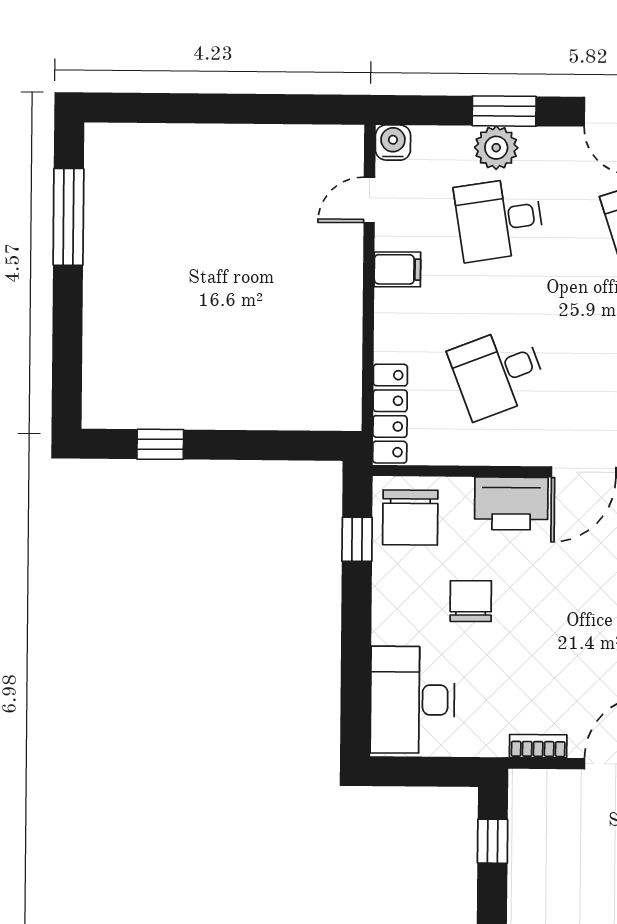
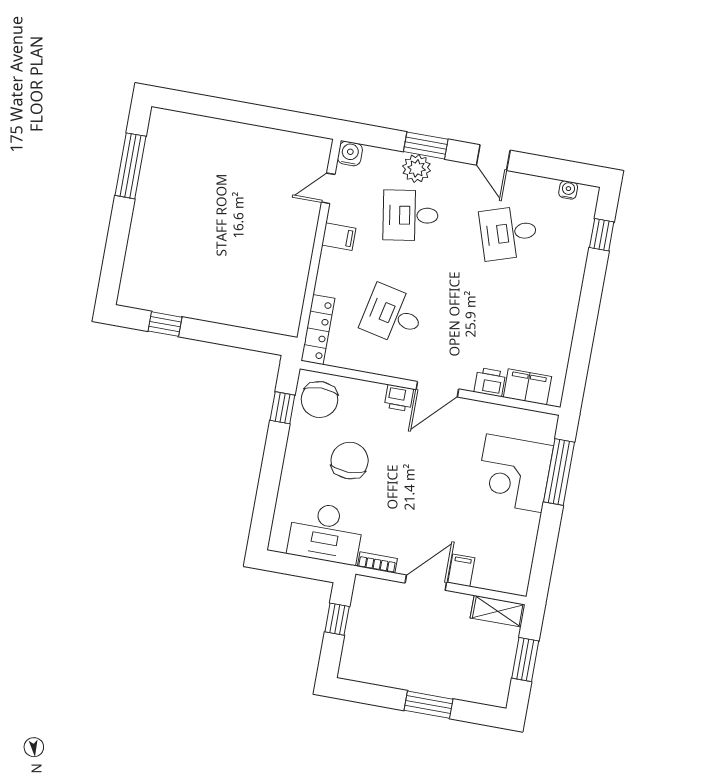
desk: (498, 373) -> (393, 315), turned 33
printer: (511, 504) -> (399, 398), width x0.53, depth x0.68
chair: (471, 601) -> (350, 461), width x1.37, depth x1.37
desk: (412, 700) -> (326, 533), moved, turned -90

